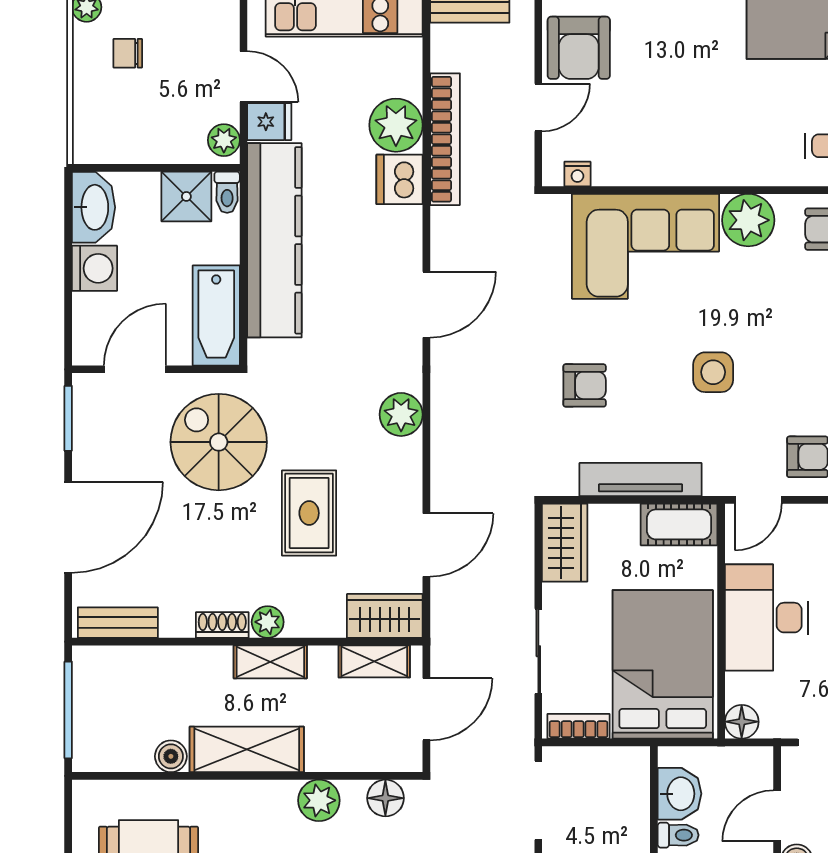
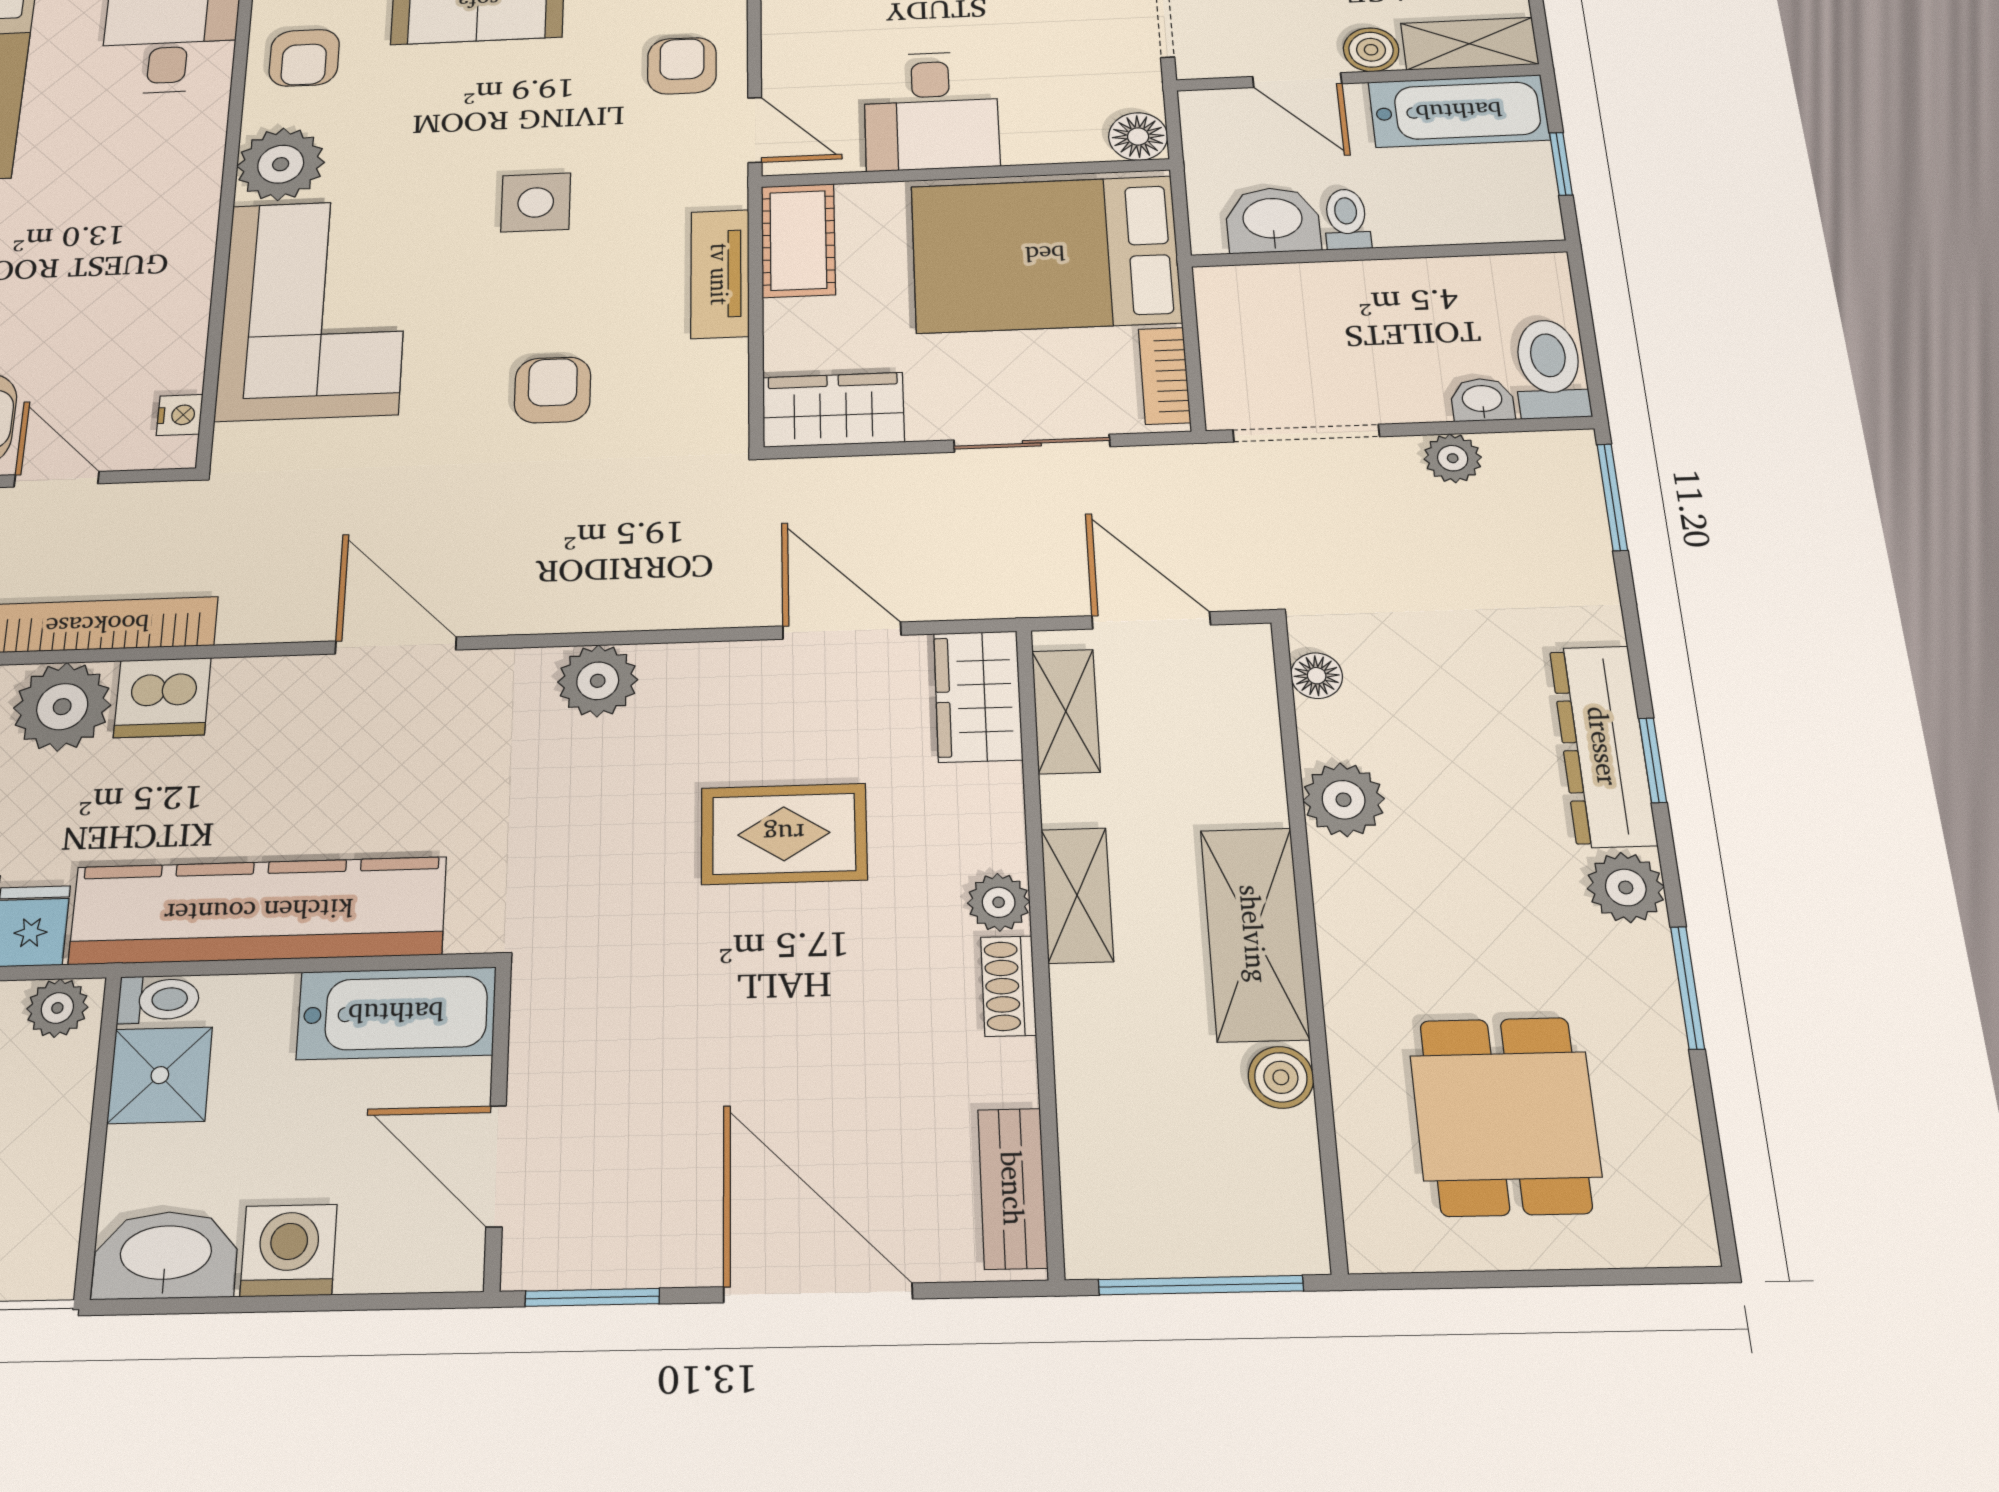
spiral stairs: (219, 442) -> (645, 1002), removed
tv unit: (641, 480) -> (720, 274), width x0.71
desk: (767, 618) -> (931, 111), width x0.73
floor lamp: (385, 798) -> (1317, 676), width x0.73, depth x0.73

